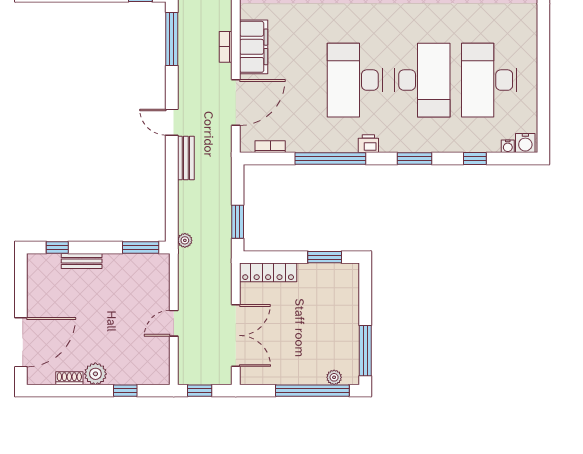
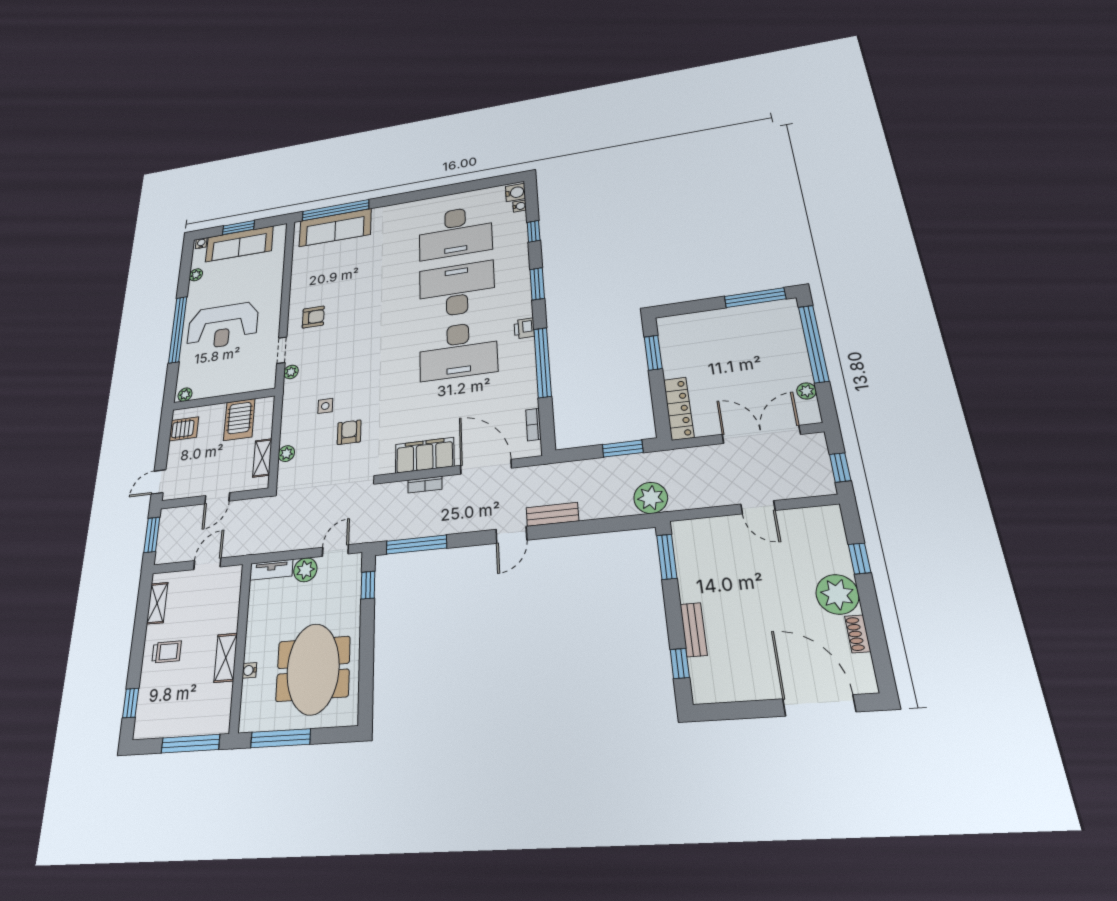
plant: (185, 240) -> (651, 498), width x1.88, depth x1.88
plant: (95, 374) -> (837, 594), width x1.36, depth x1.36
plant: (334, 377) -> (806, 391), moved

